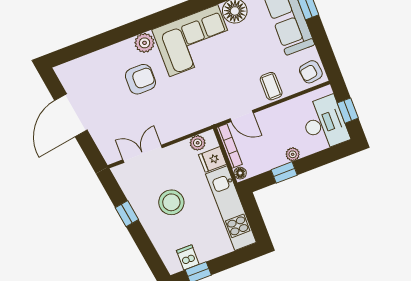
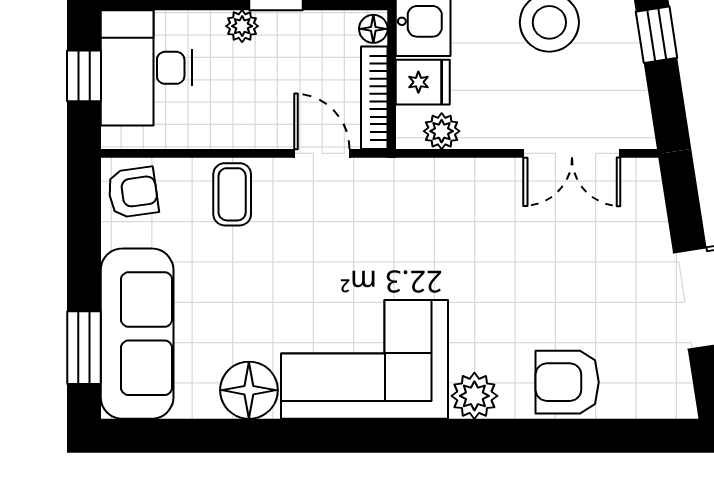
armchair: (140, 79) -> (567, 382), moved

